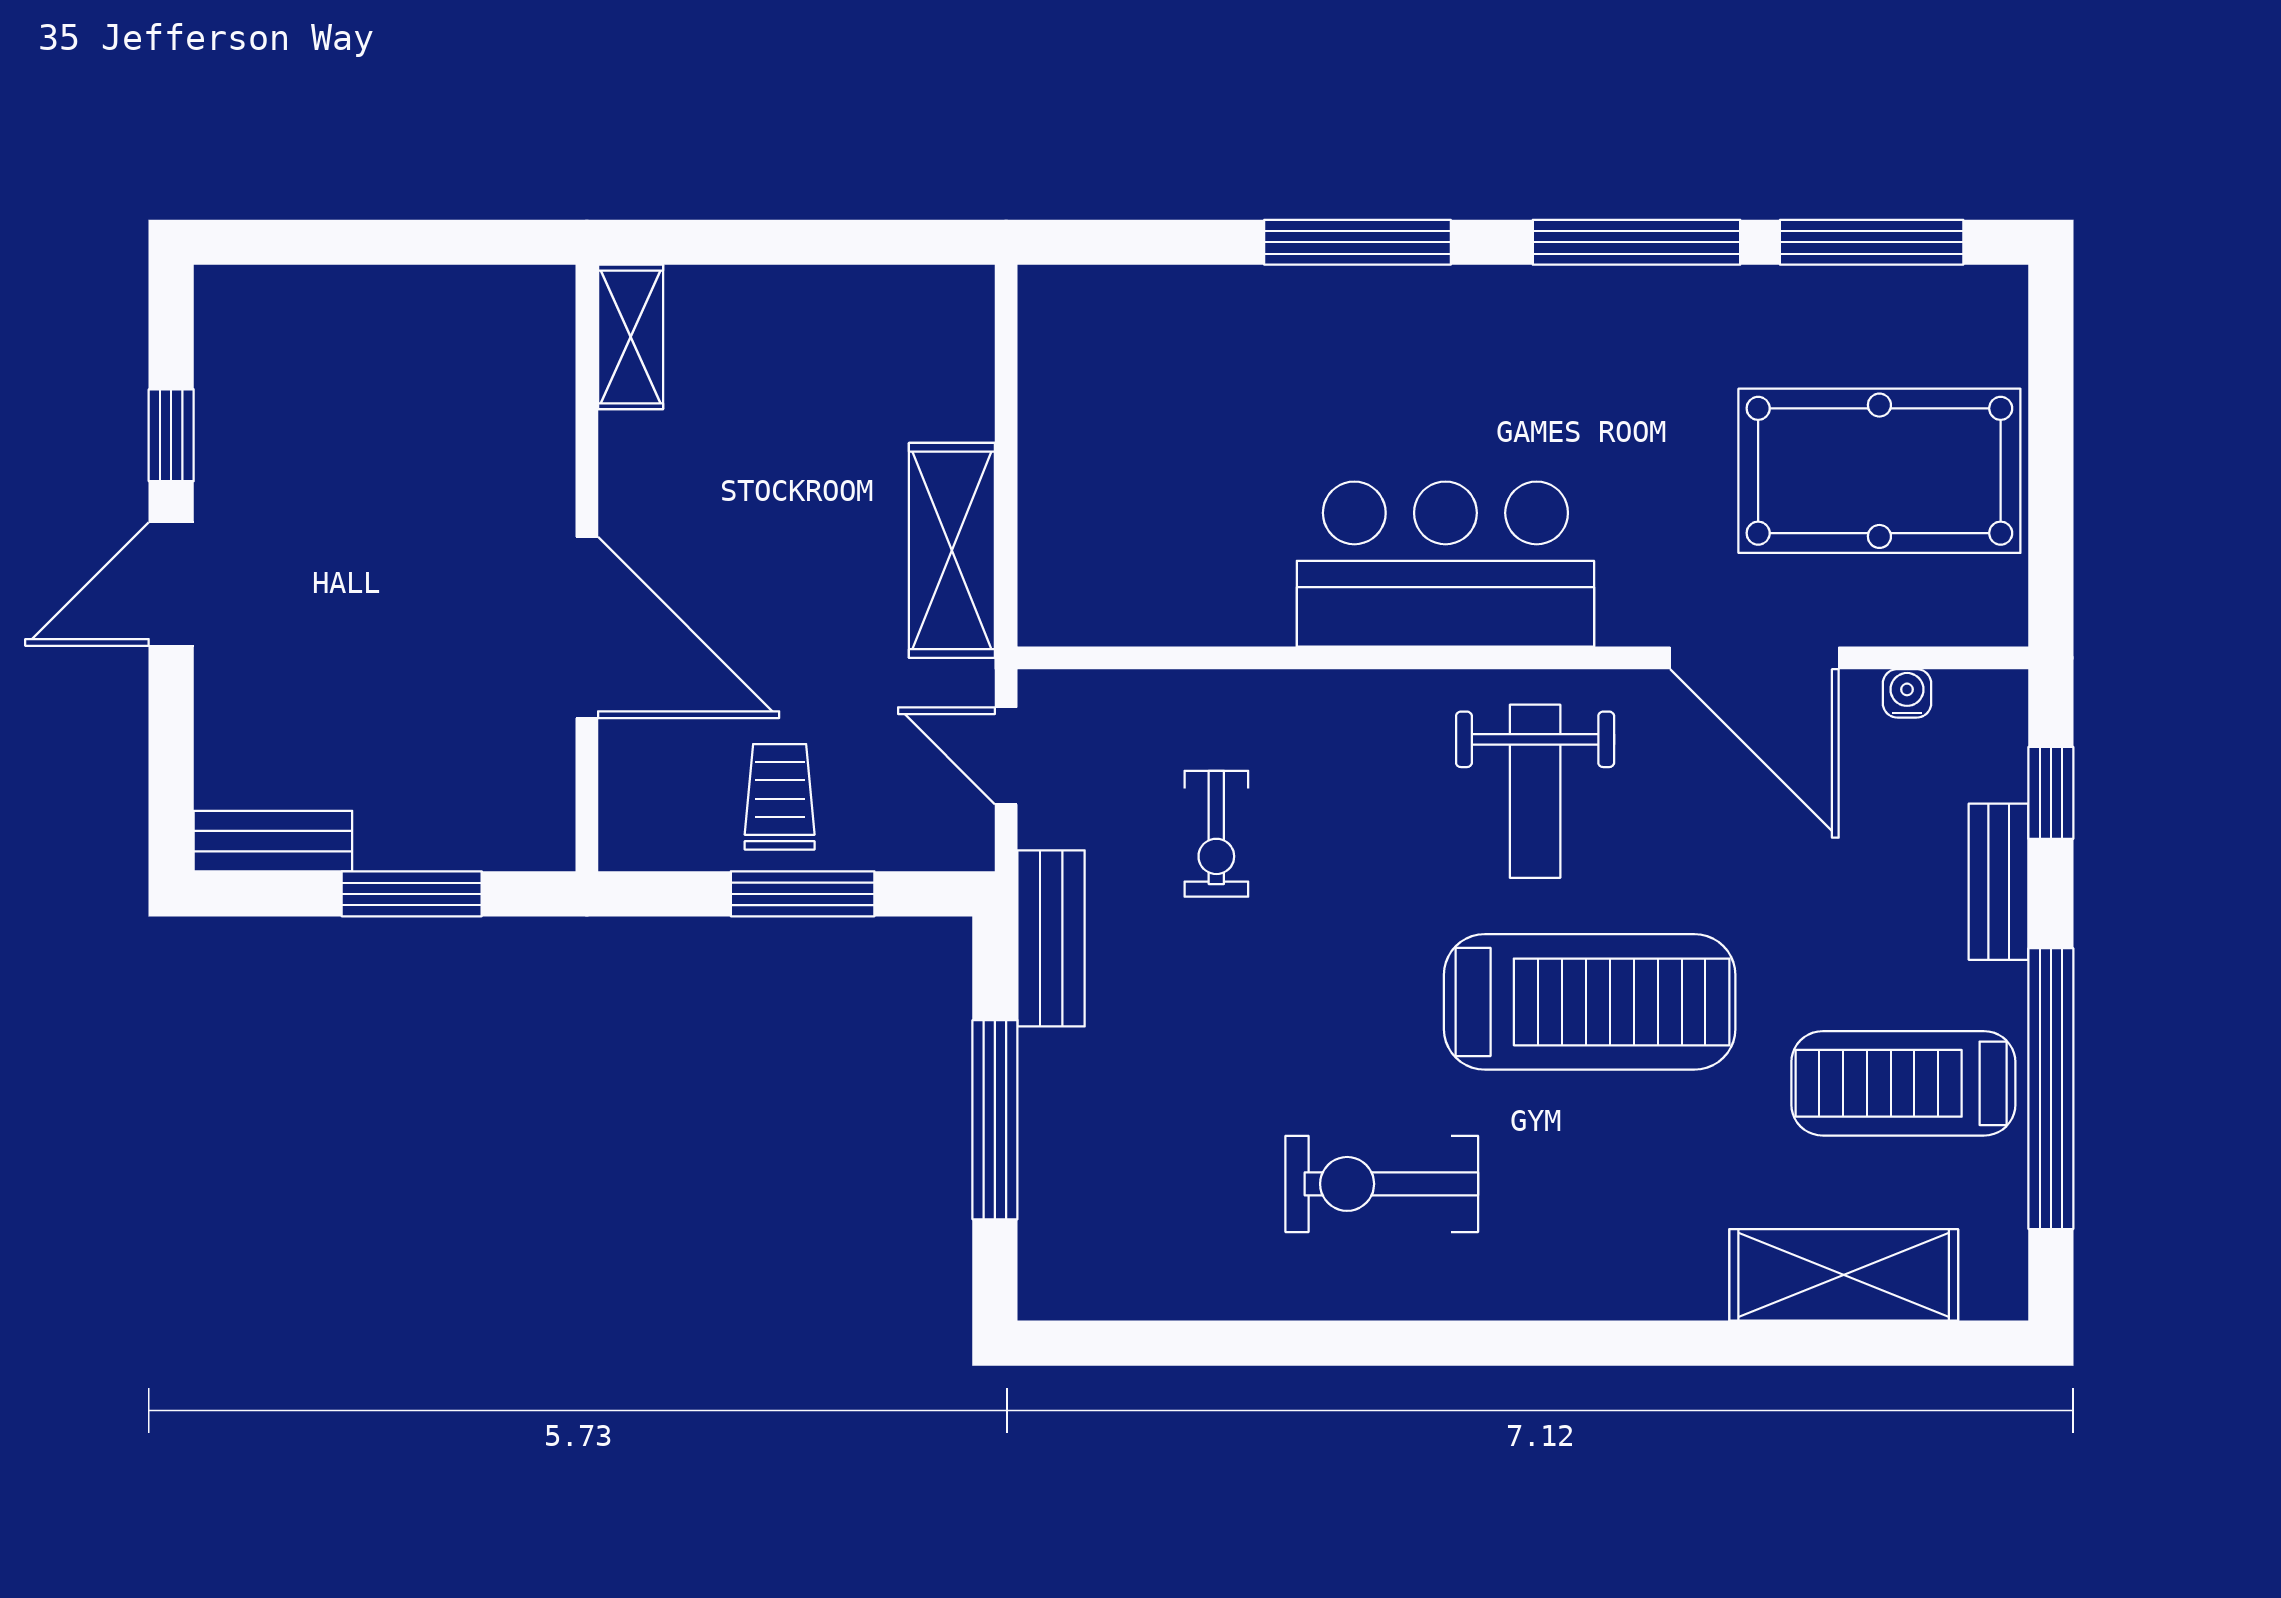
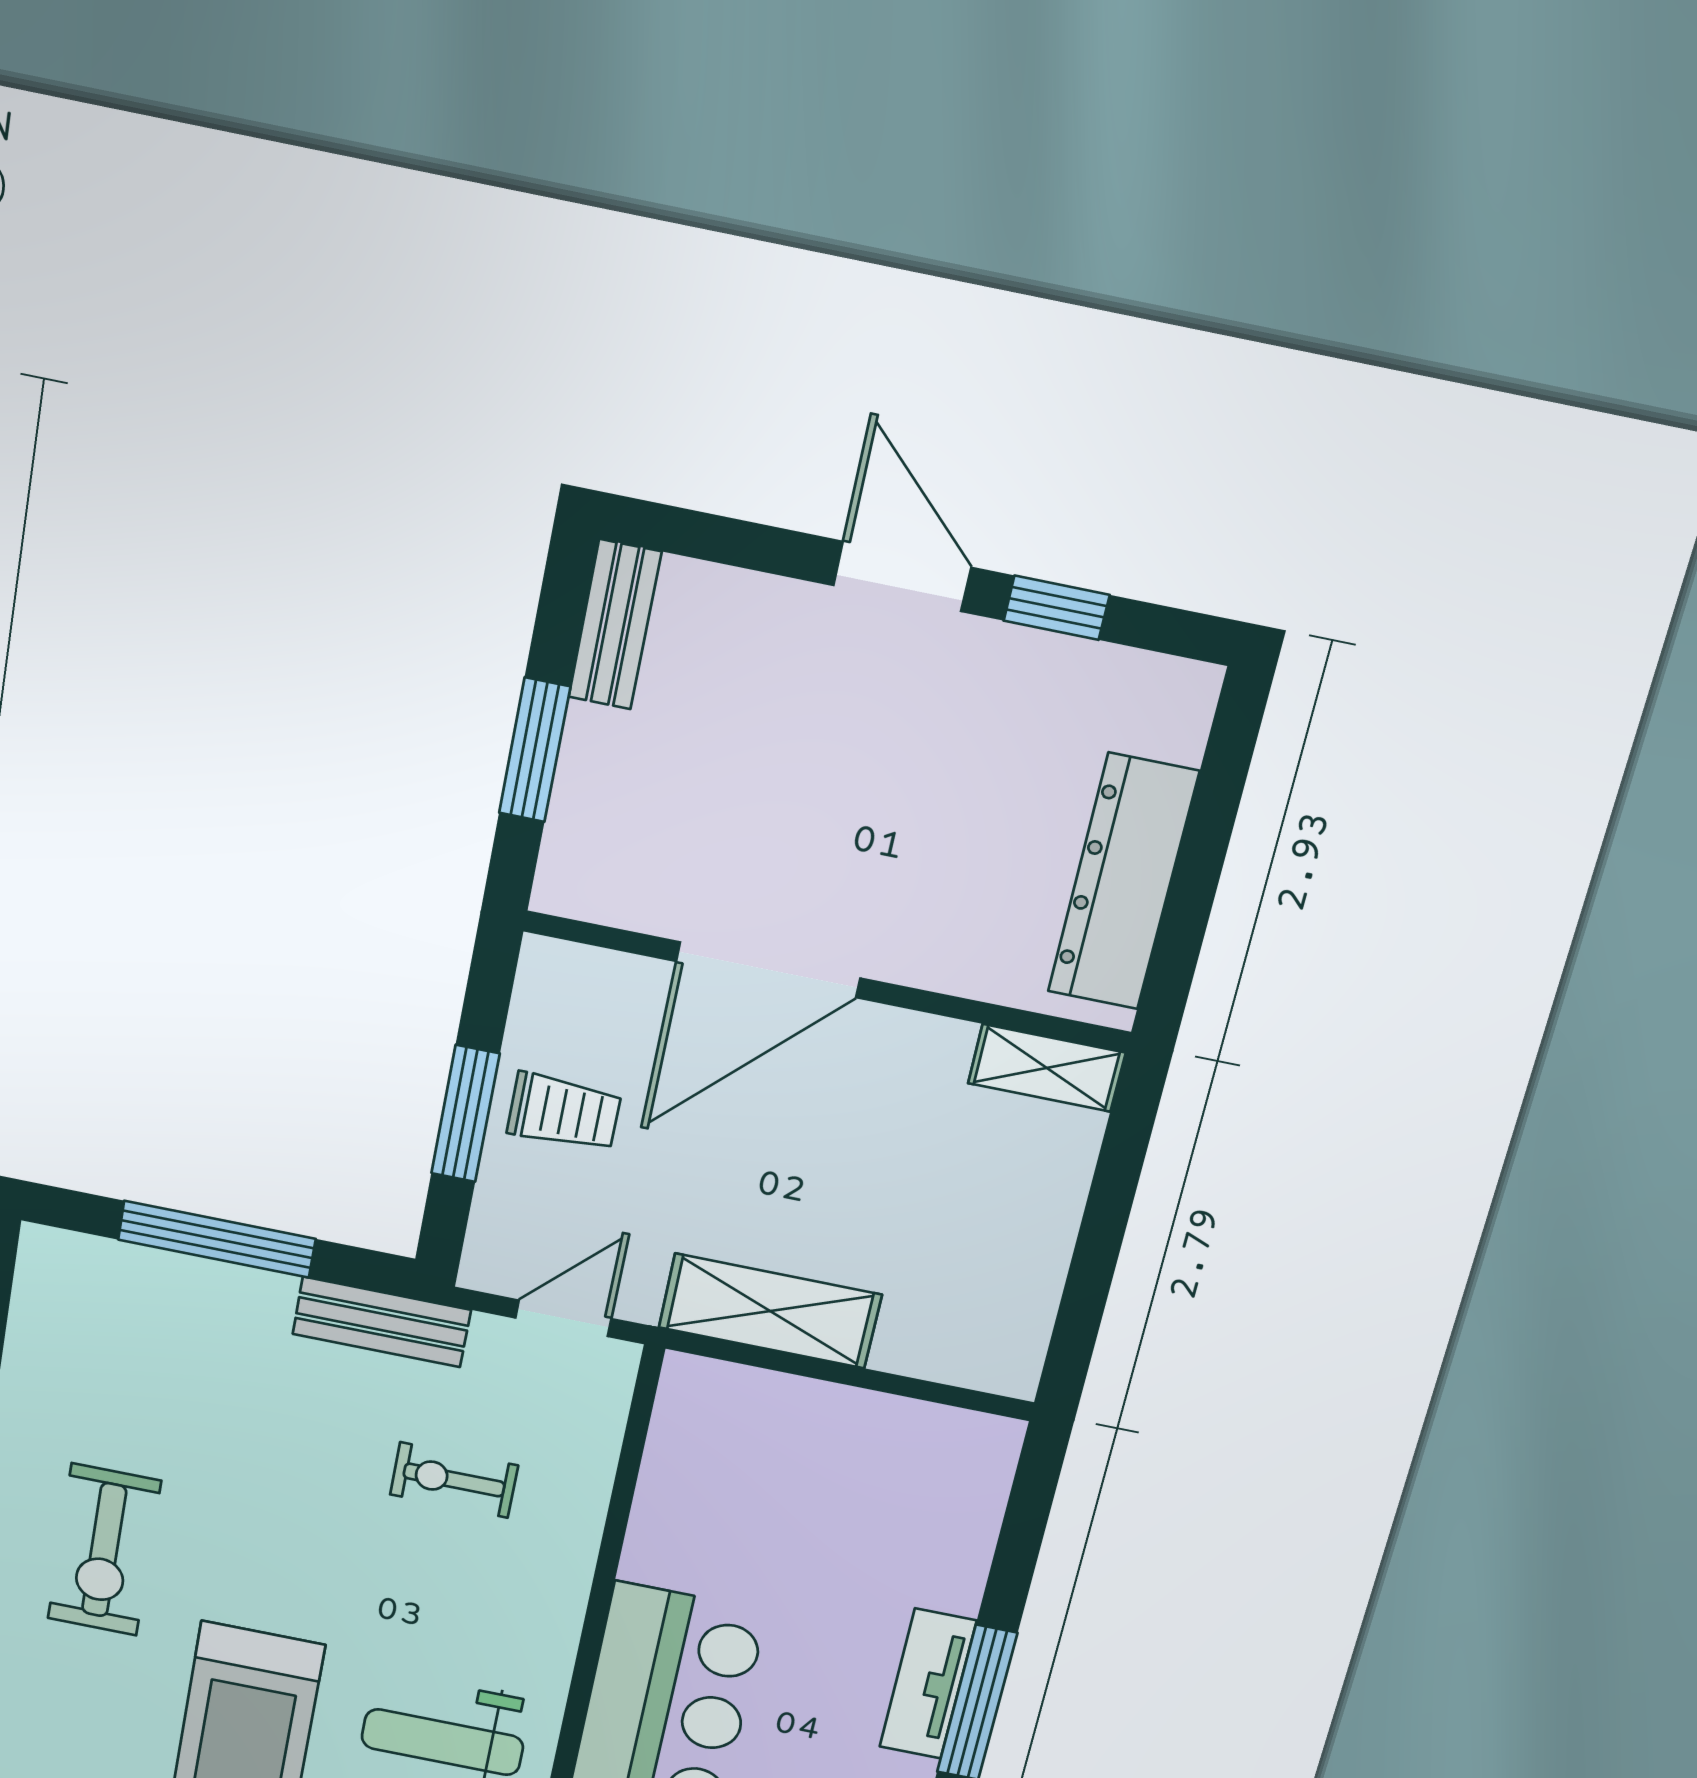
tv unit: (1347, 298) -> (928, 1684), added
dresser: (425, 309) -> (1123, 882), added
exercise bike: (1382, 1184) -> (104, 1550), turned 180

